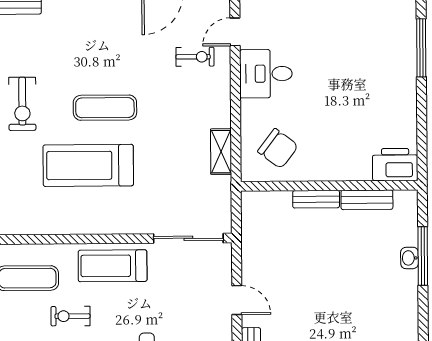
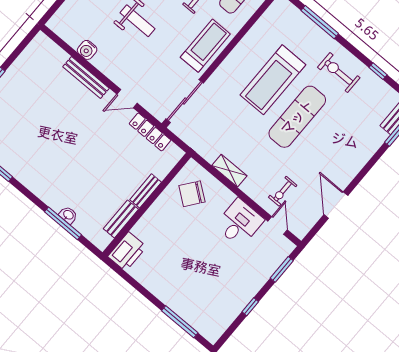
exercise mat: (105, 108) -> (297, 117), width x1.36, depth x1.45
shelving: (221, 152) -> (229, 171), moved
treadmill: (88, 165) -> (273, 80), turned 180
locker: (251, 247) -> (150, 132), added

